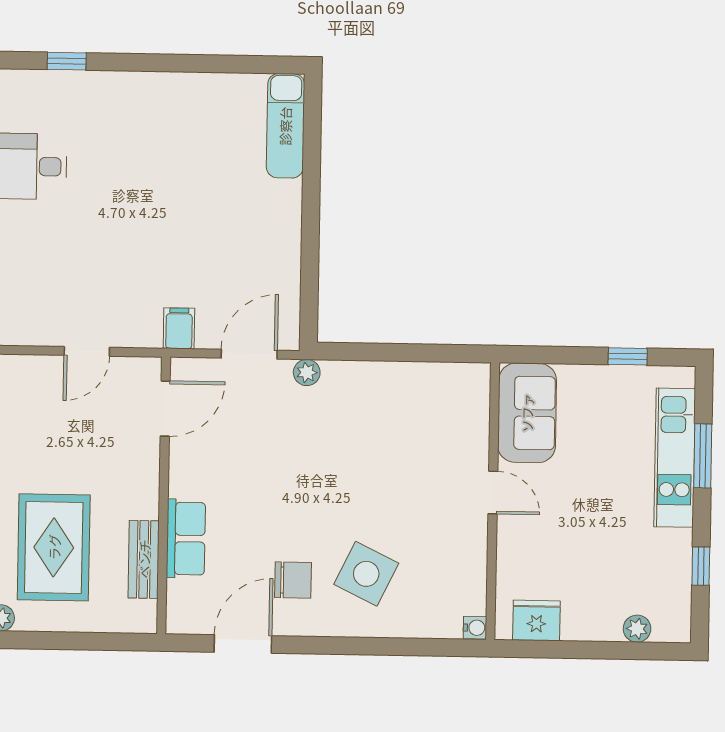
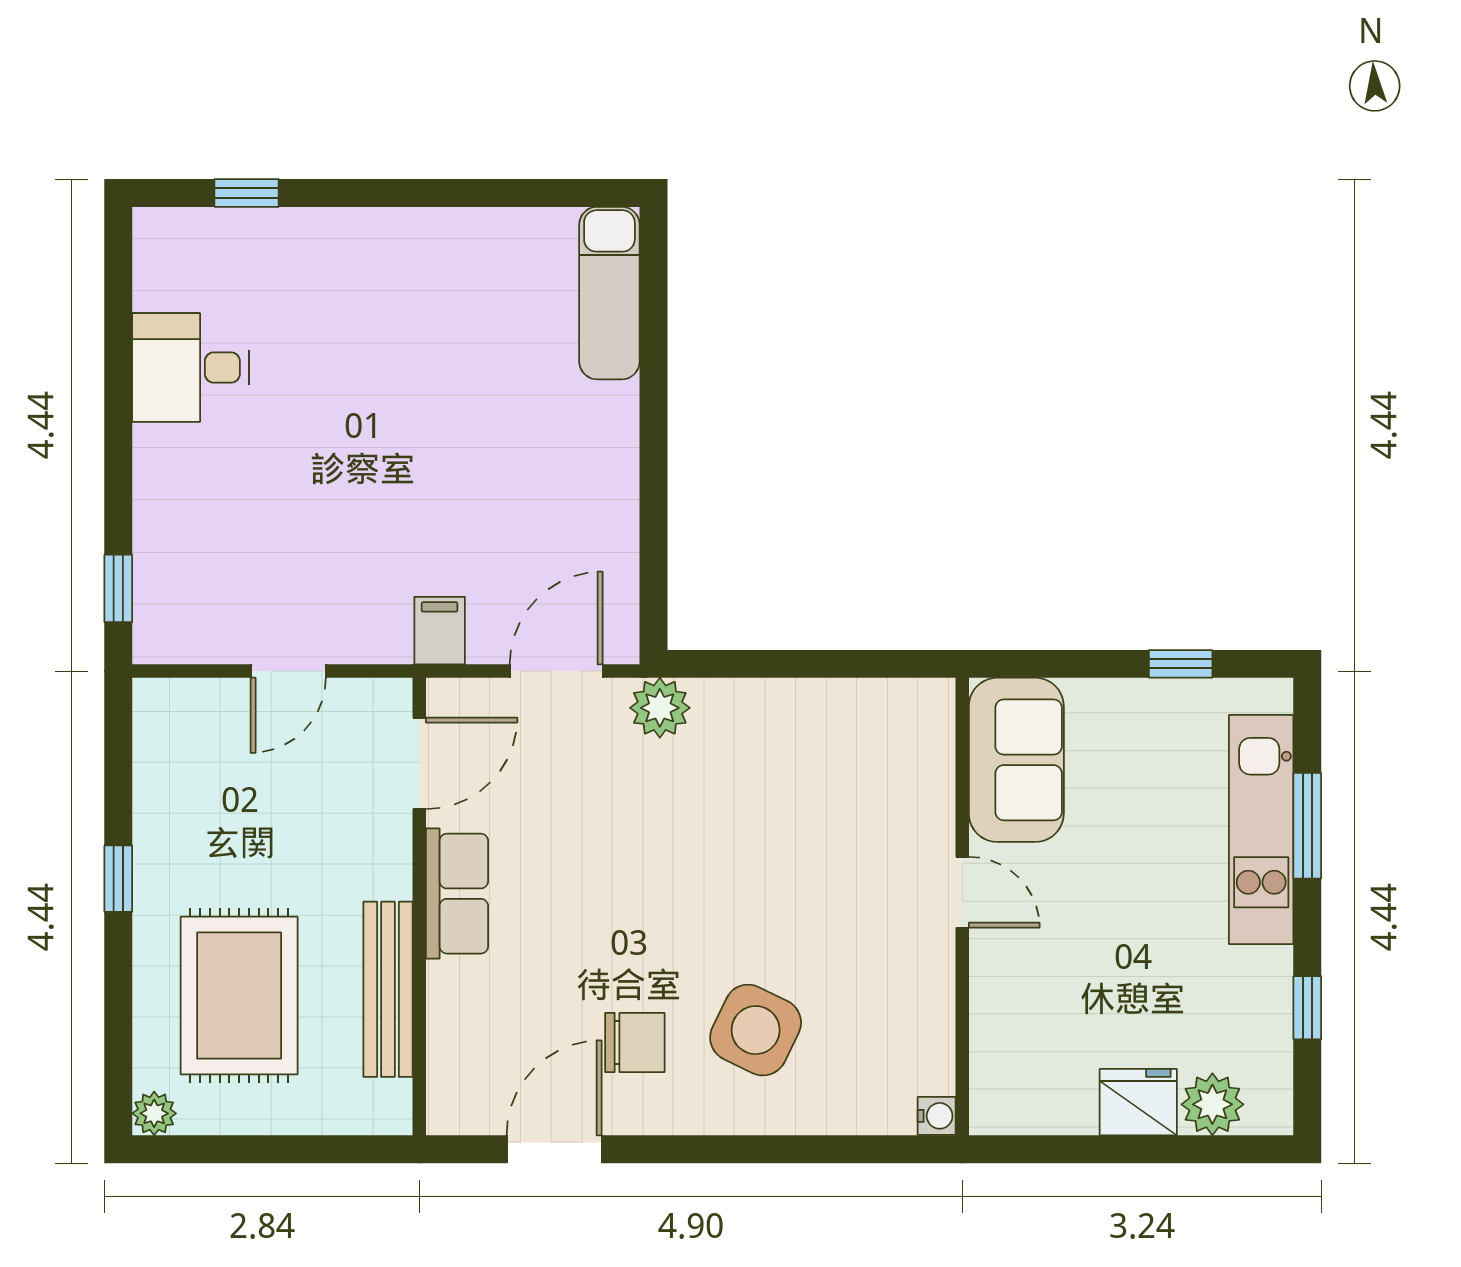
plant: (307, 372) -> (660, 708), width x1.38, depth x1.38
row of seats: (186, 539) -> (457, 894), moved
bench: (144, 559) -> (388, 989), width x1.36
fridge: (536, 621) -> (1138, 1102), moved
plant: (637, 629) -> (1212, 1104), width x1.38, depth x1.38

